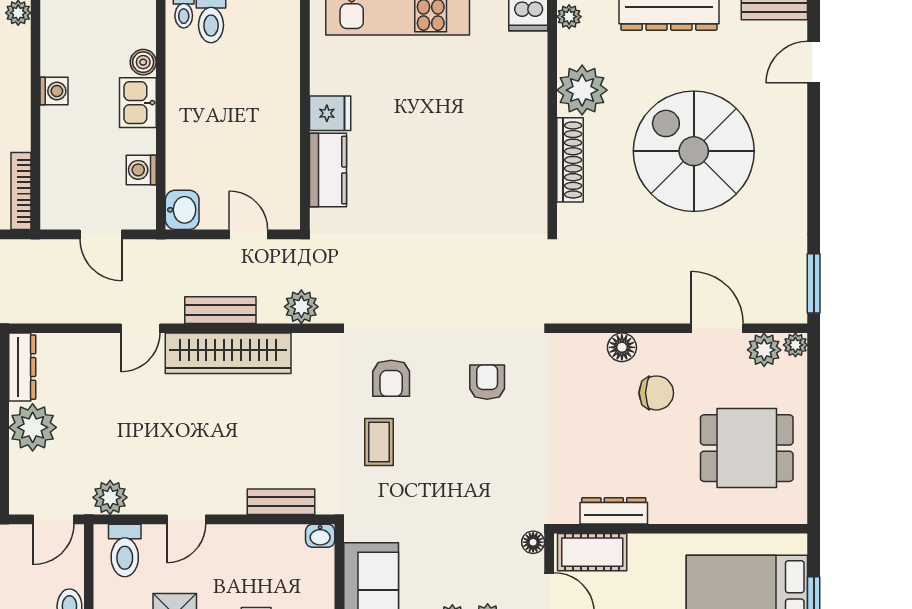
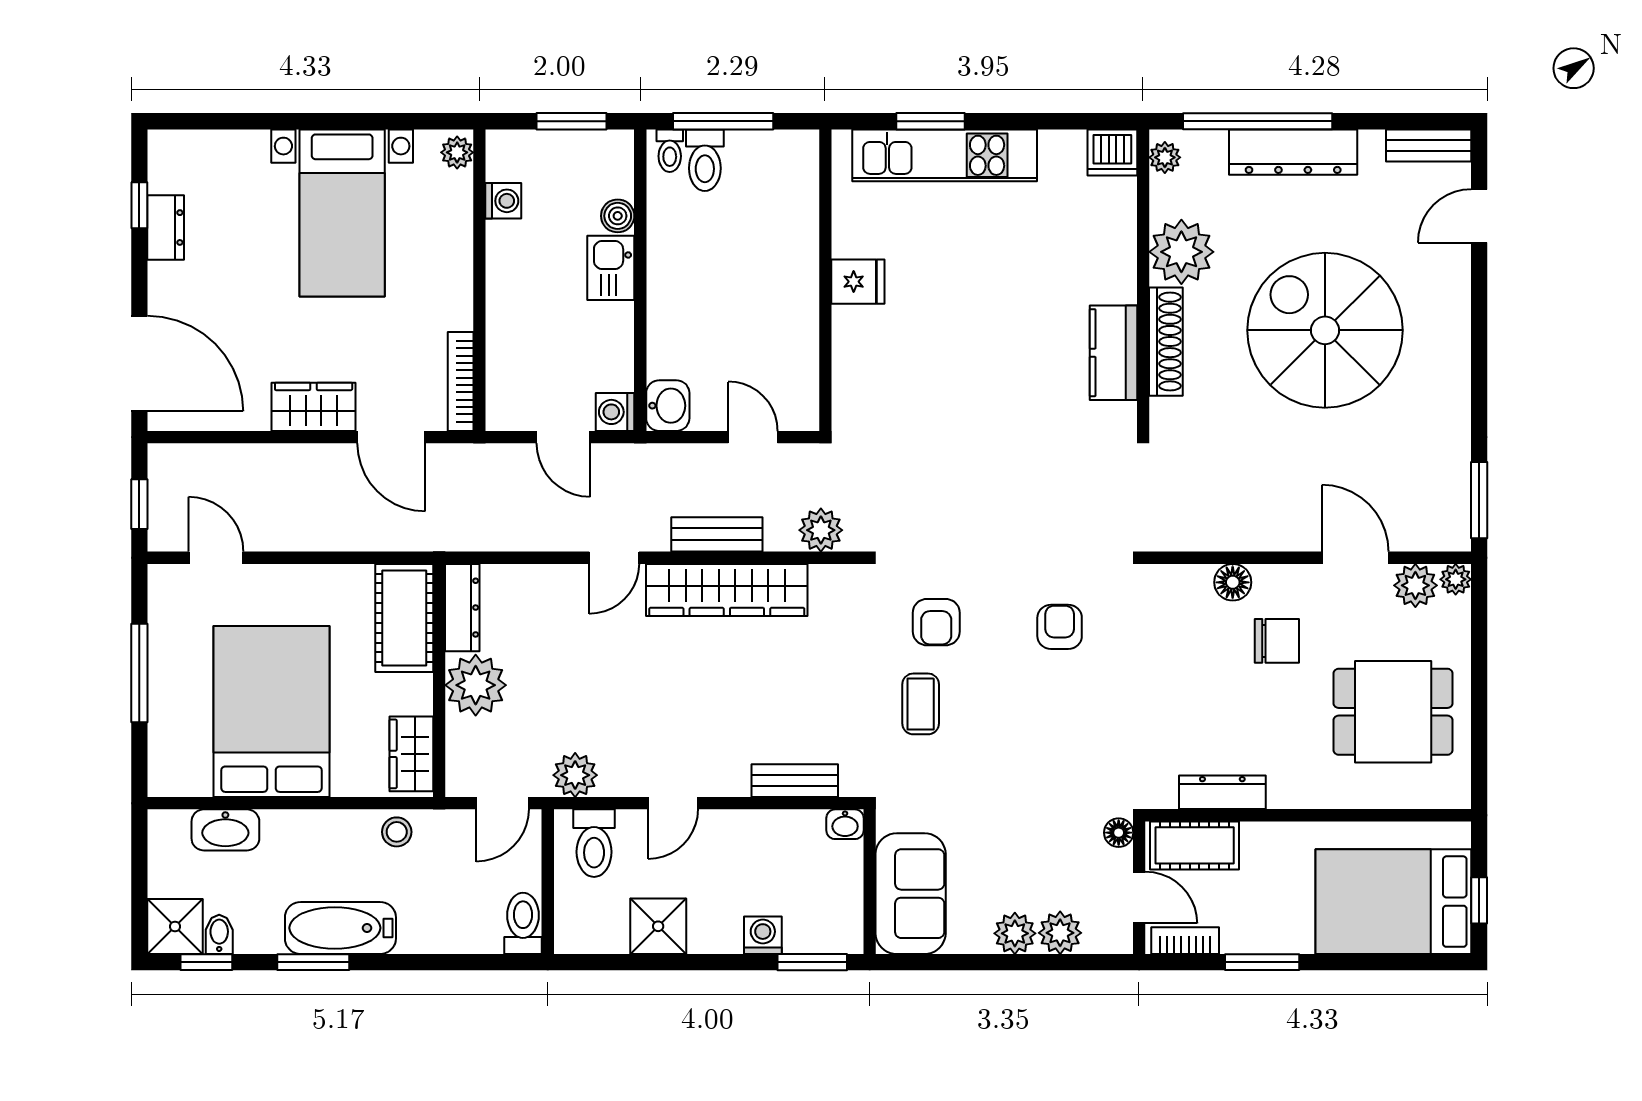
washing machine: (54, 91) -> (503, 201), moved
washing machine: (141, 170) -> (615, 412), moved
kitchen counter: (328, 170) -> (1113, 353), moved, turned 180

